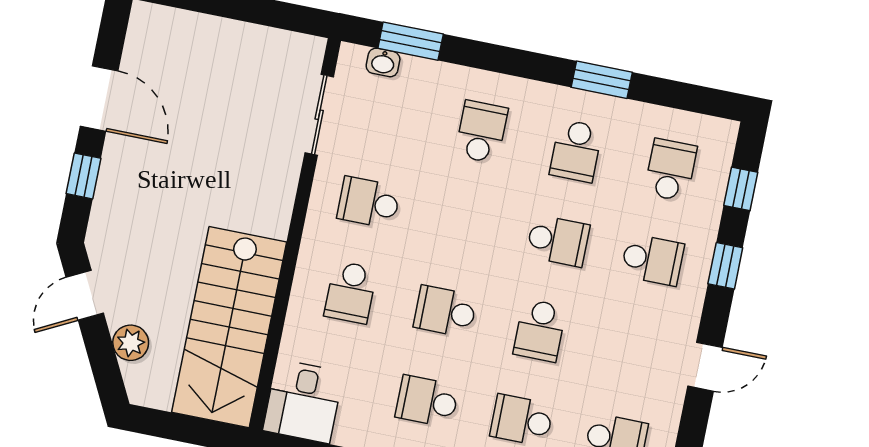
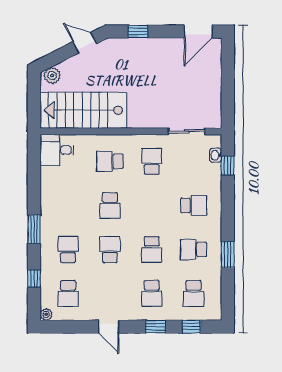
window: (411, 41) -> (228, 166), width x0.67
door: (99, 98) -> (198, 31), moved
school desk: (671, 170) -> (194, 293), turned 90
school desk: (445, 311) -> (110, 205), turned 180
school desk: (540, 330) -> (110, 249), turned 90
plant: (131, 343) -> (52, 76), moved
school desk: (427, 401) -> (68, 205), removed

